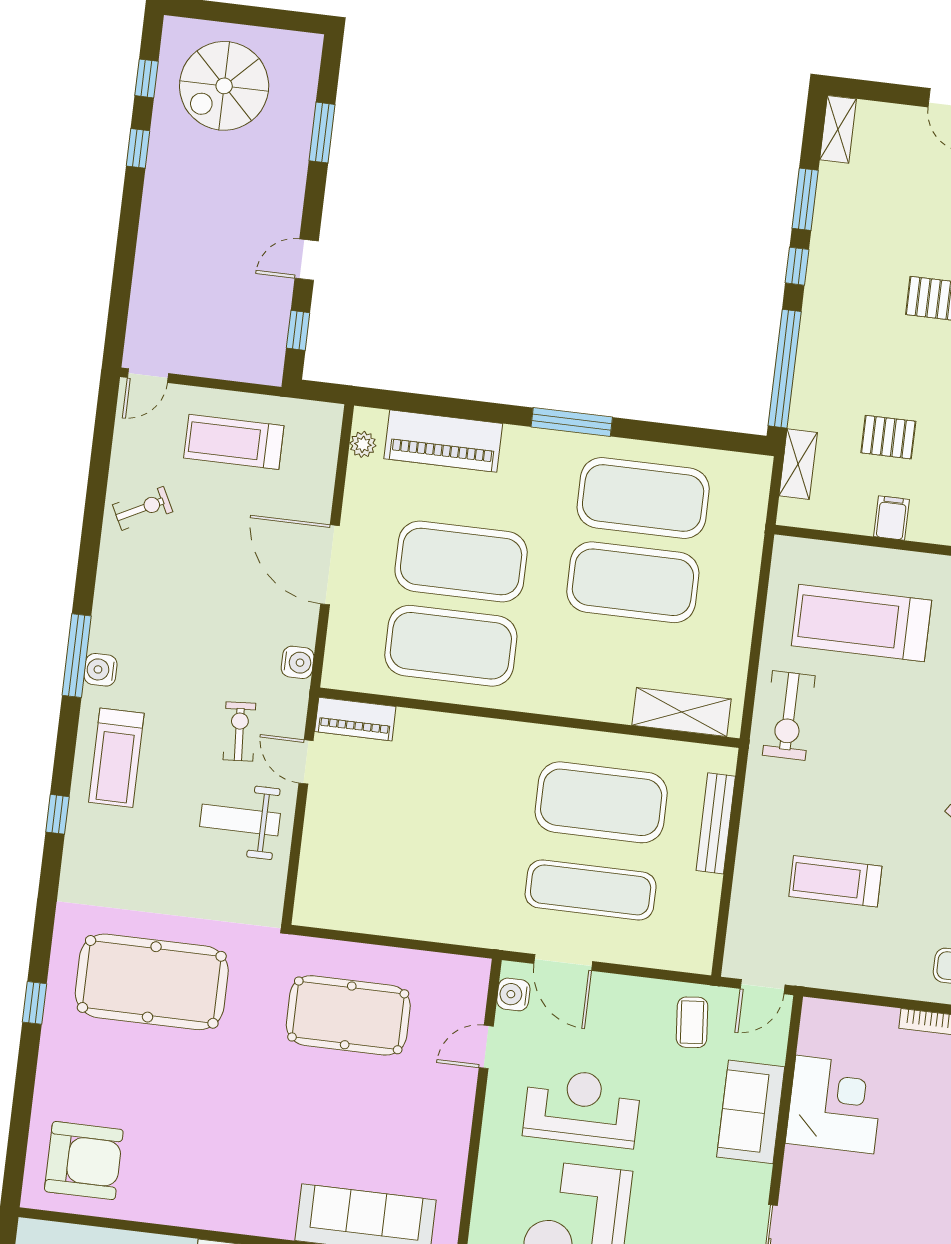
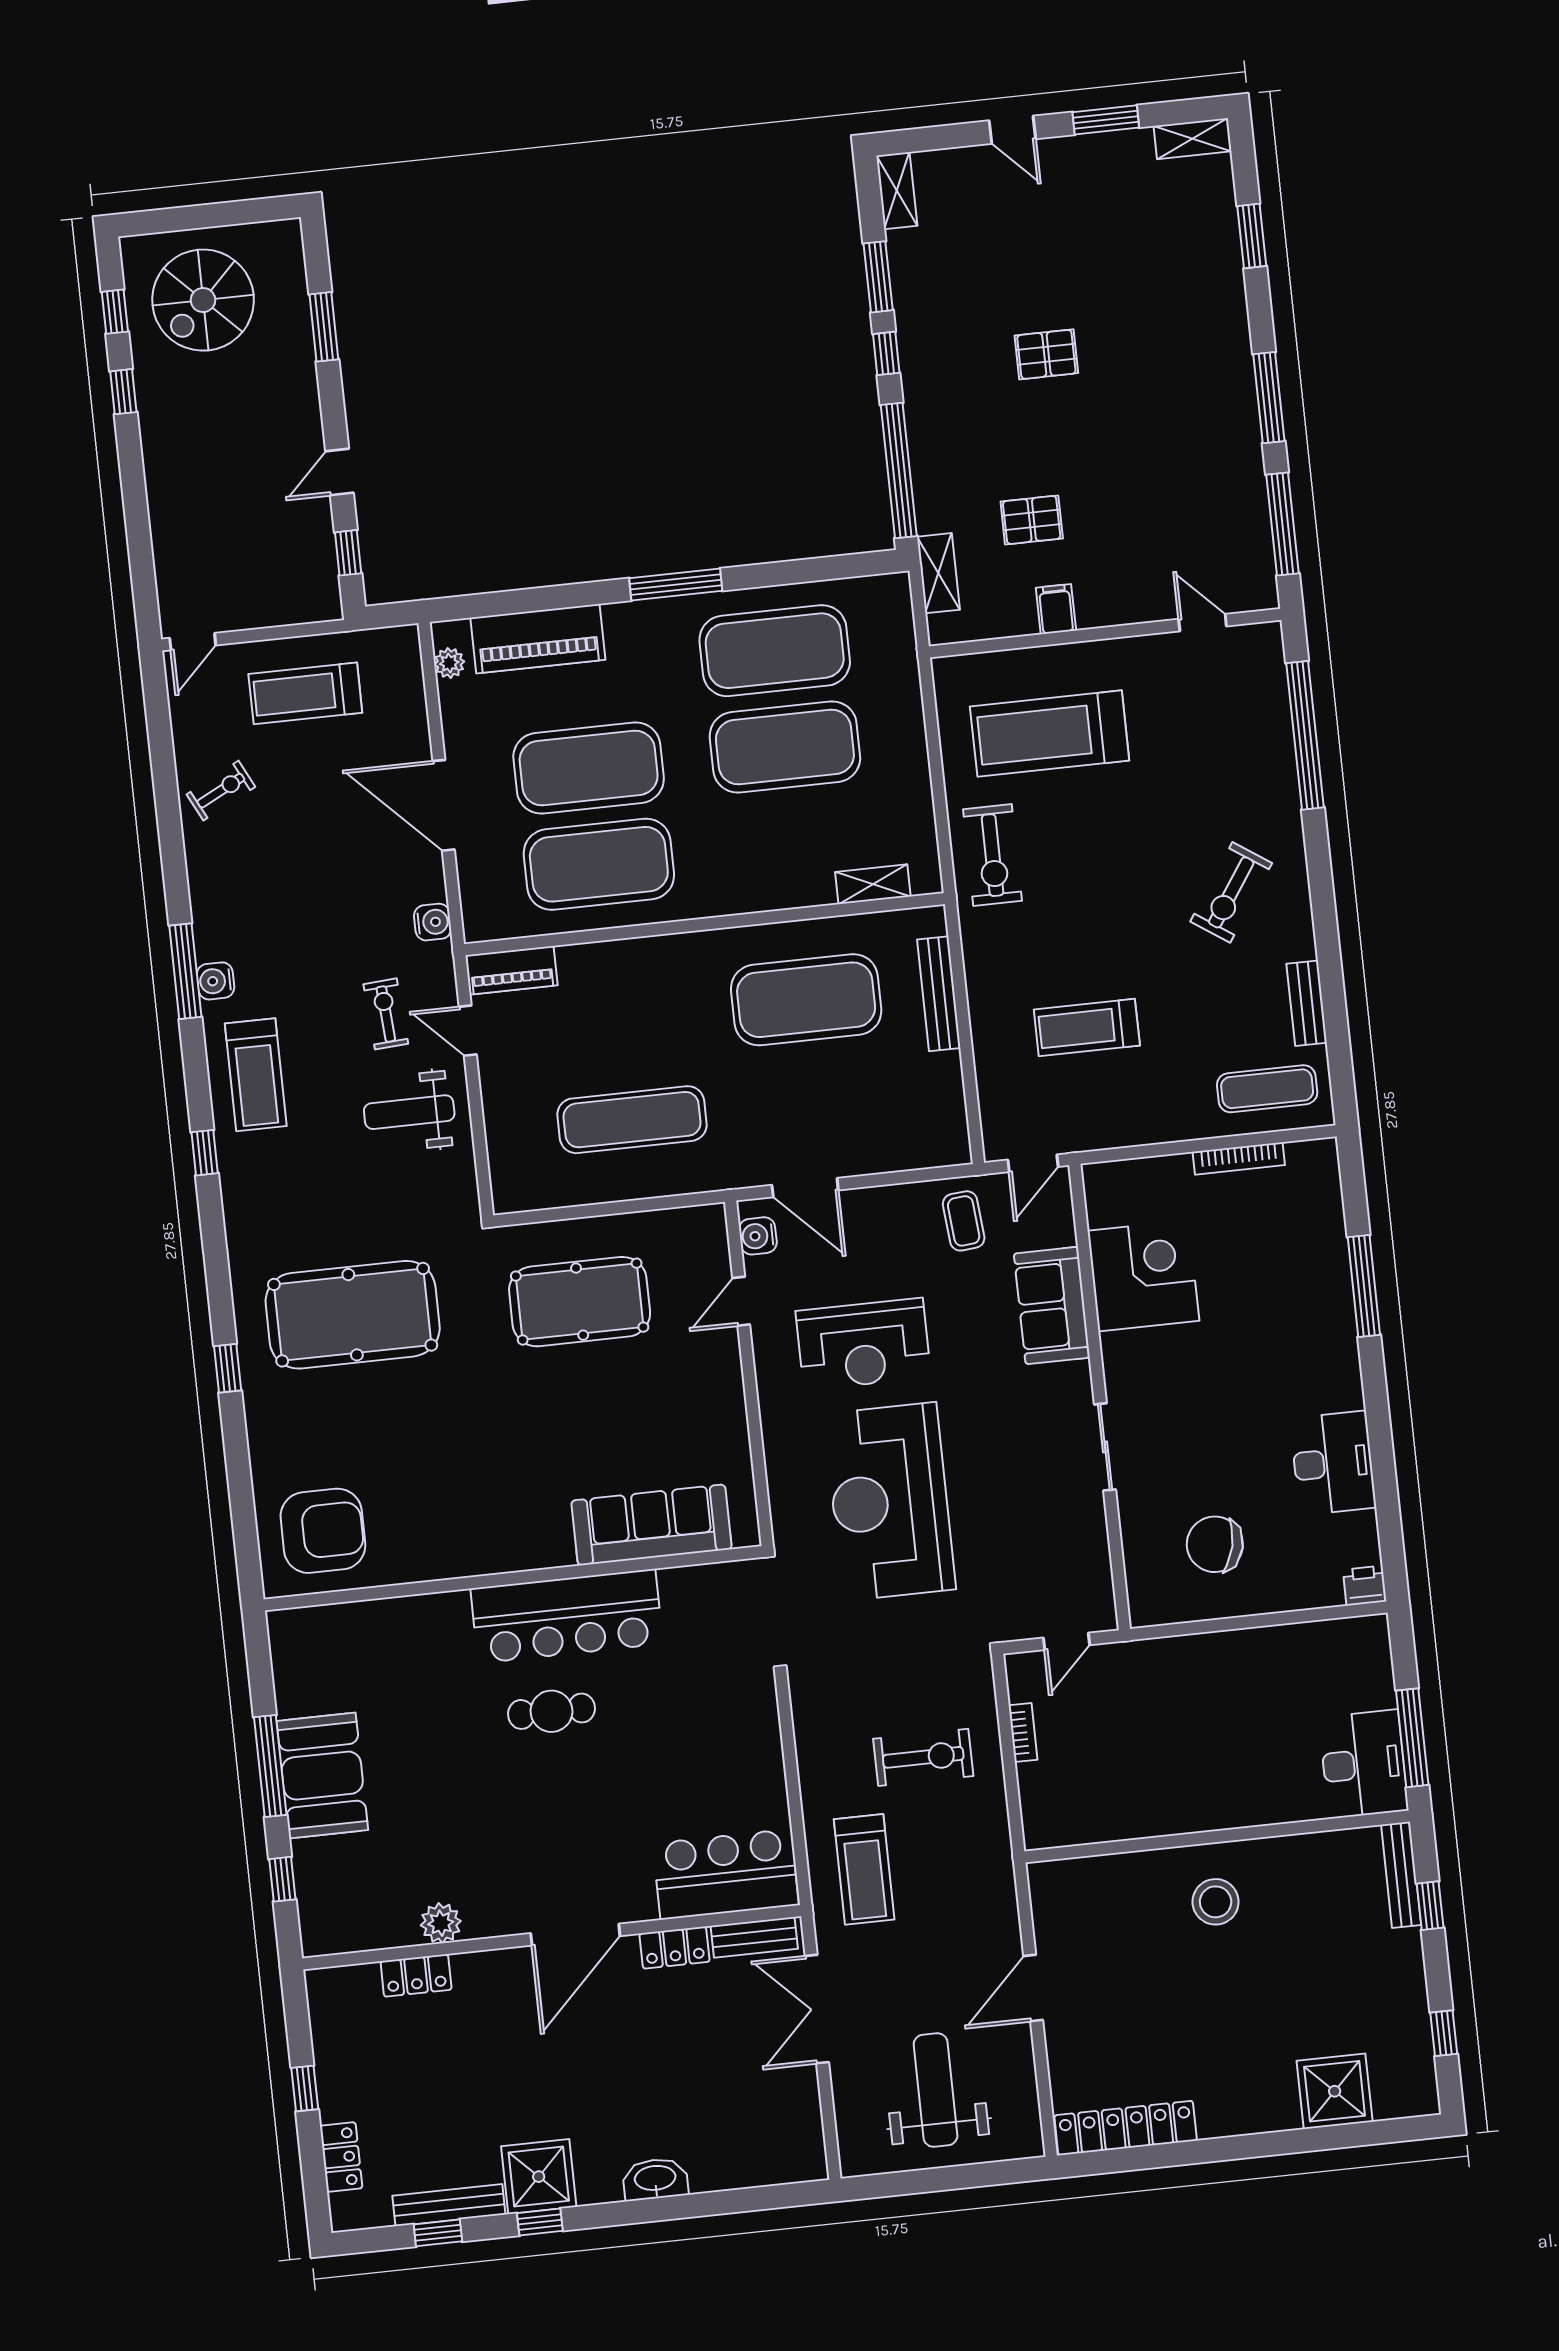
shelving: (682, 712) -> (873, 884), width x0.67, depth x0.75
exercise mat: (591, 890) -> (632, 1120), moved
reception desk: (582, 1108) -> (863, 1344), turned 180

